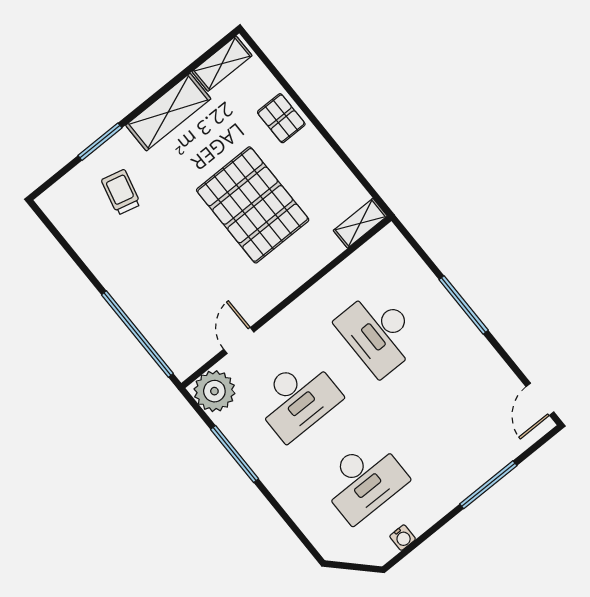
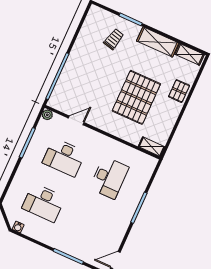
desk: (379, 333) -> (109, 178), turned 180
plant: (214, 391) -> (47, 115), width x0.53, depth x0.53
water cooler: (403, 538) -> (18, 227), moved

